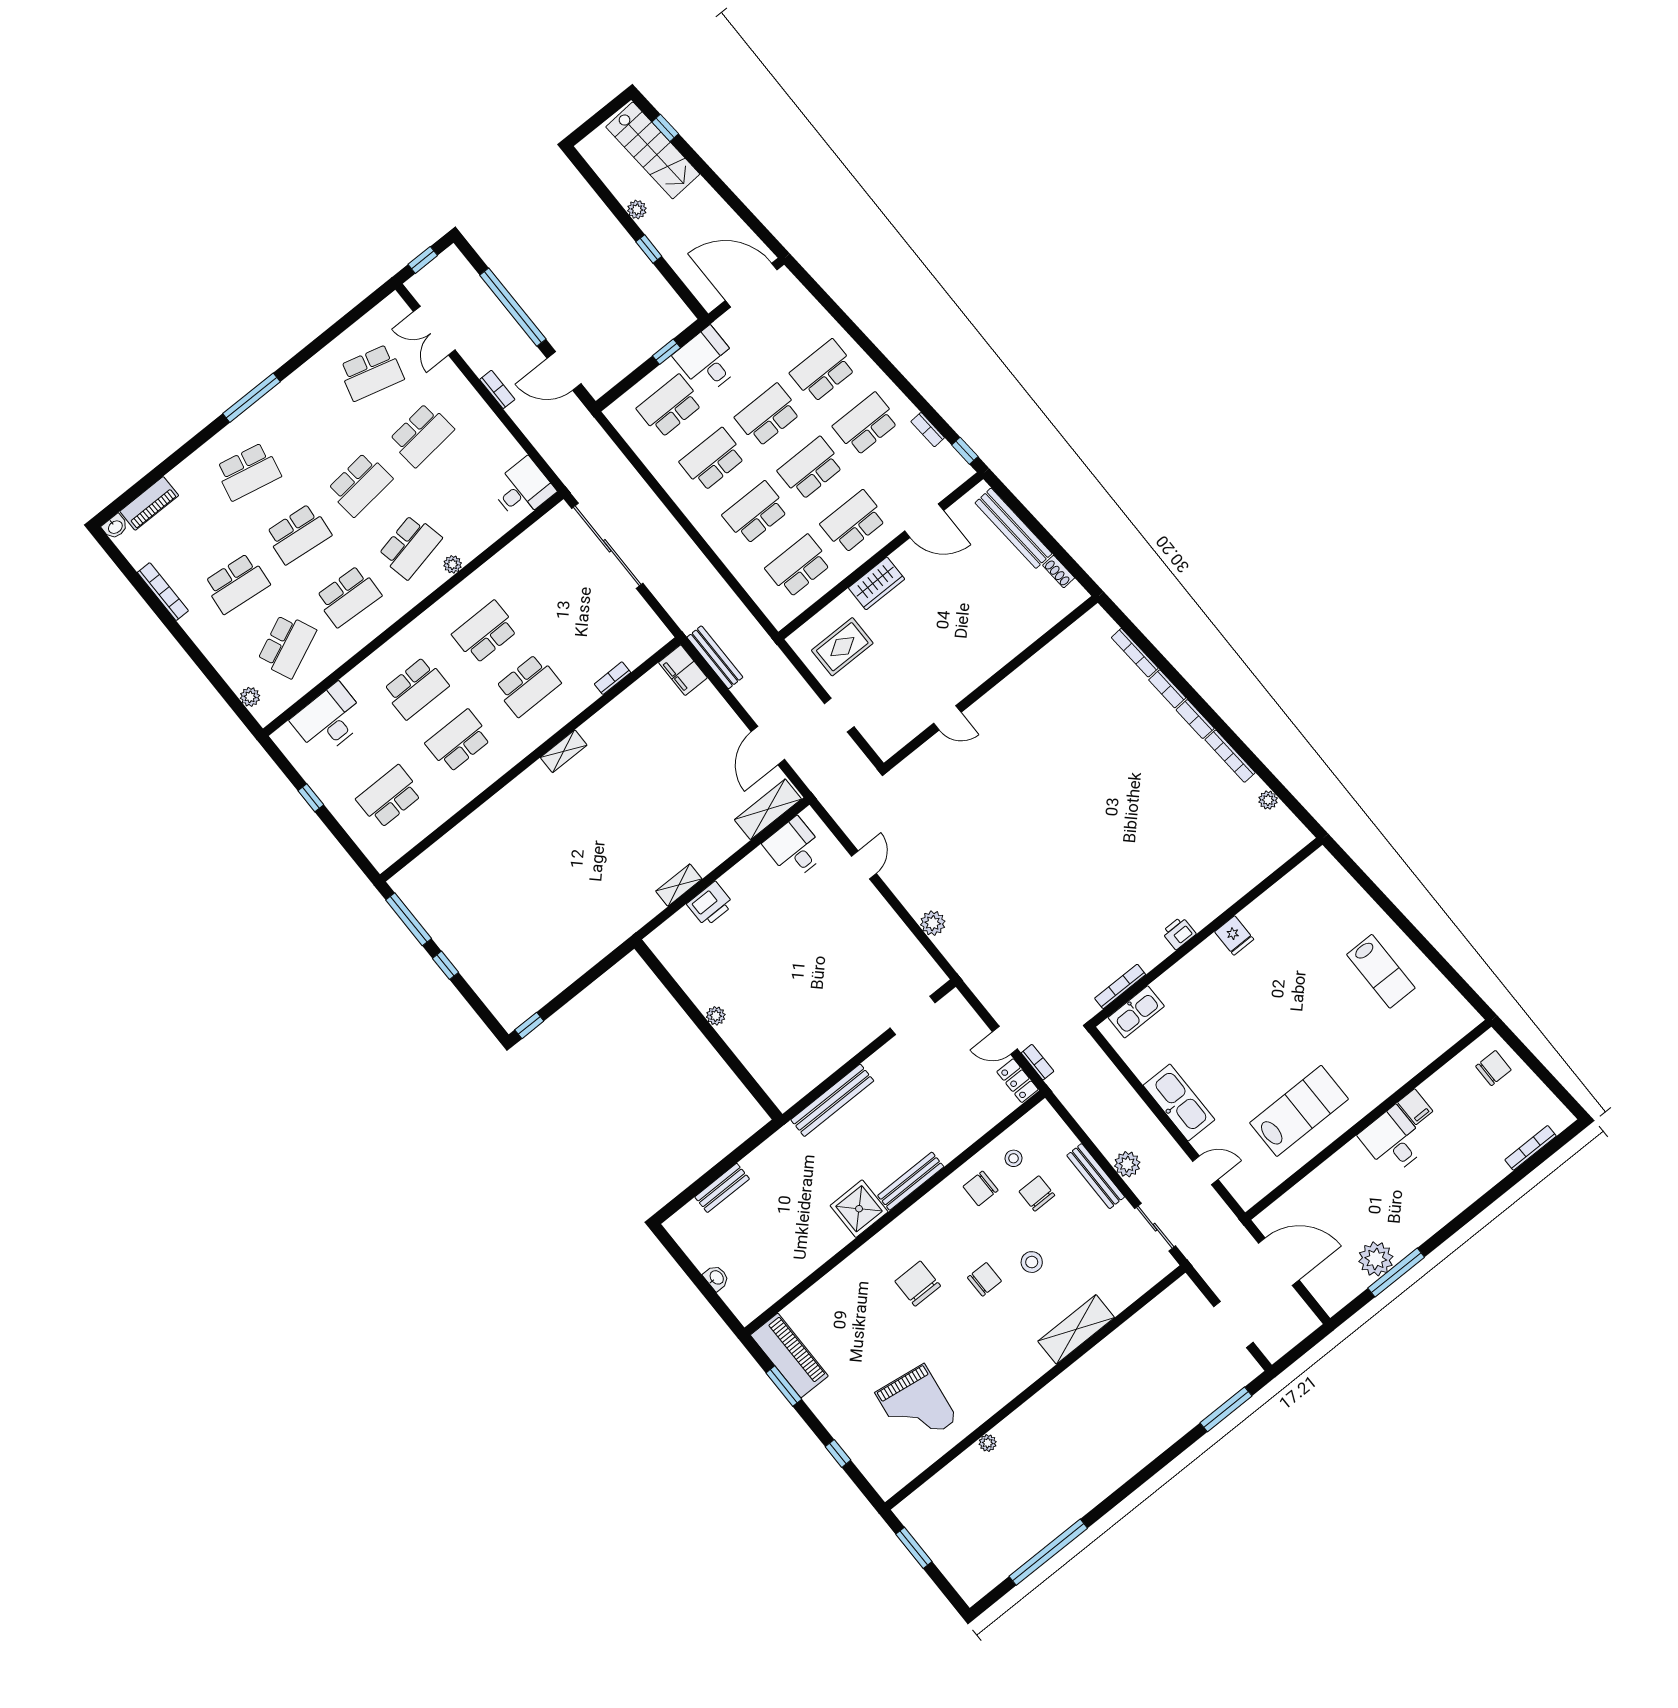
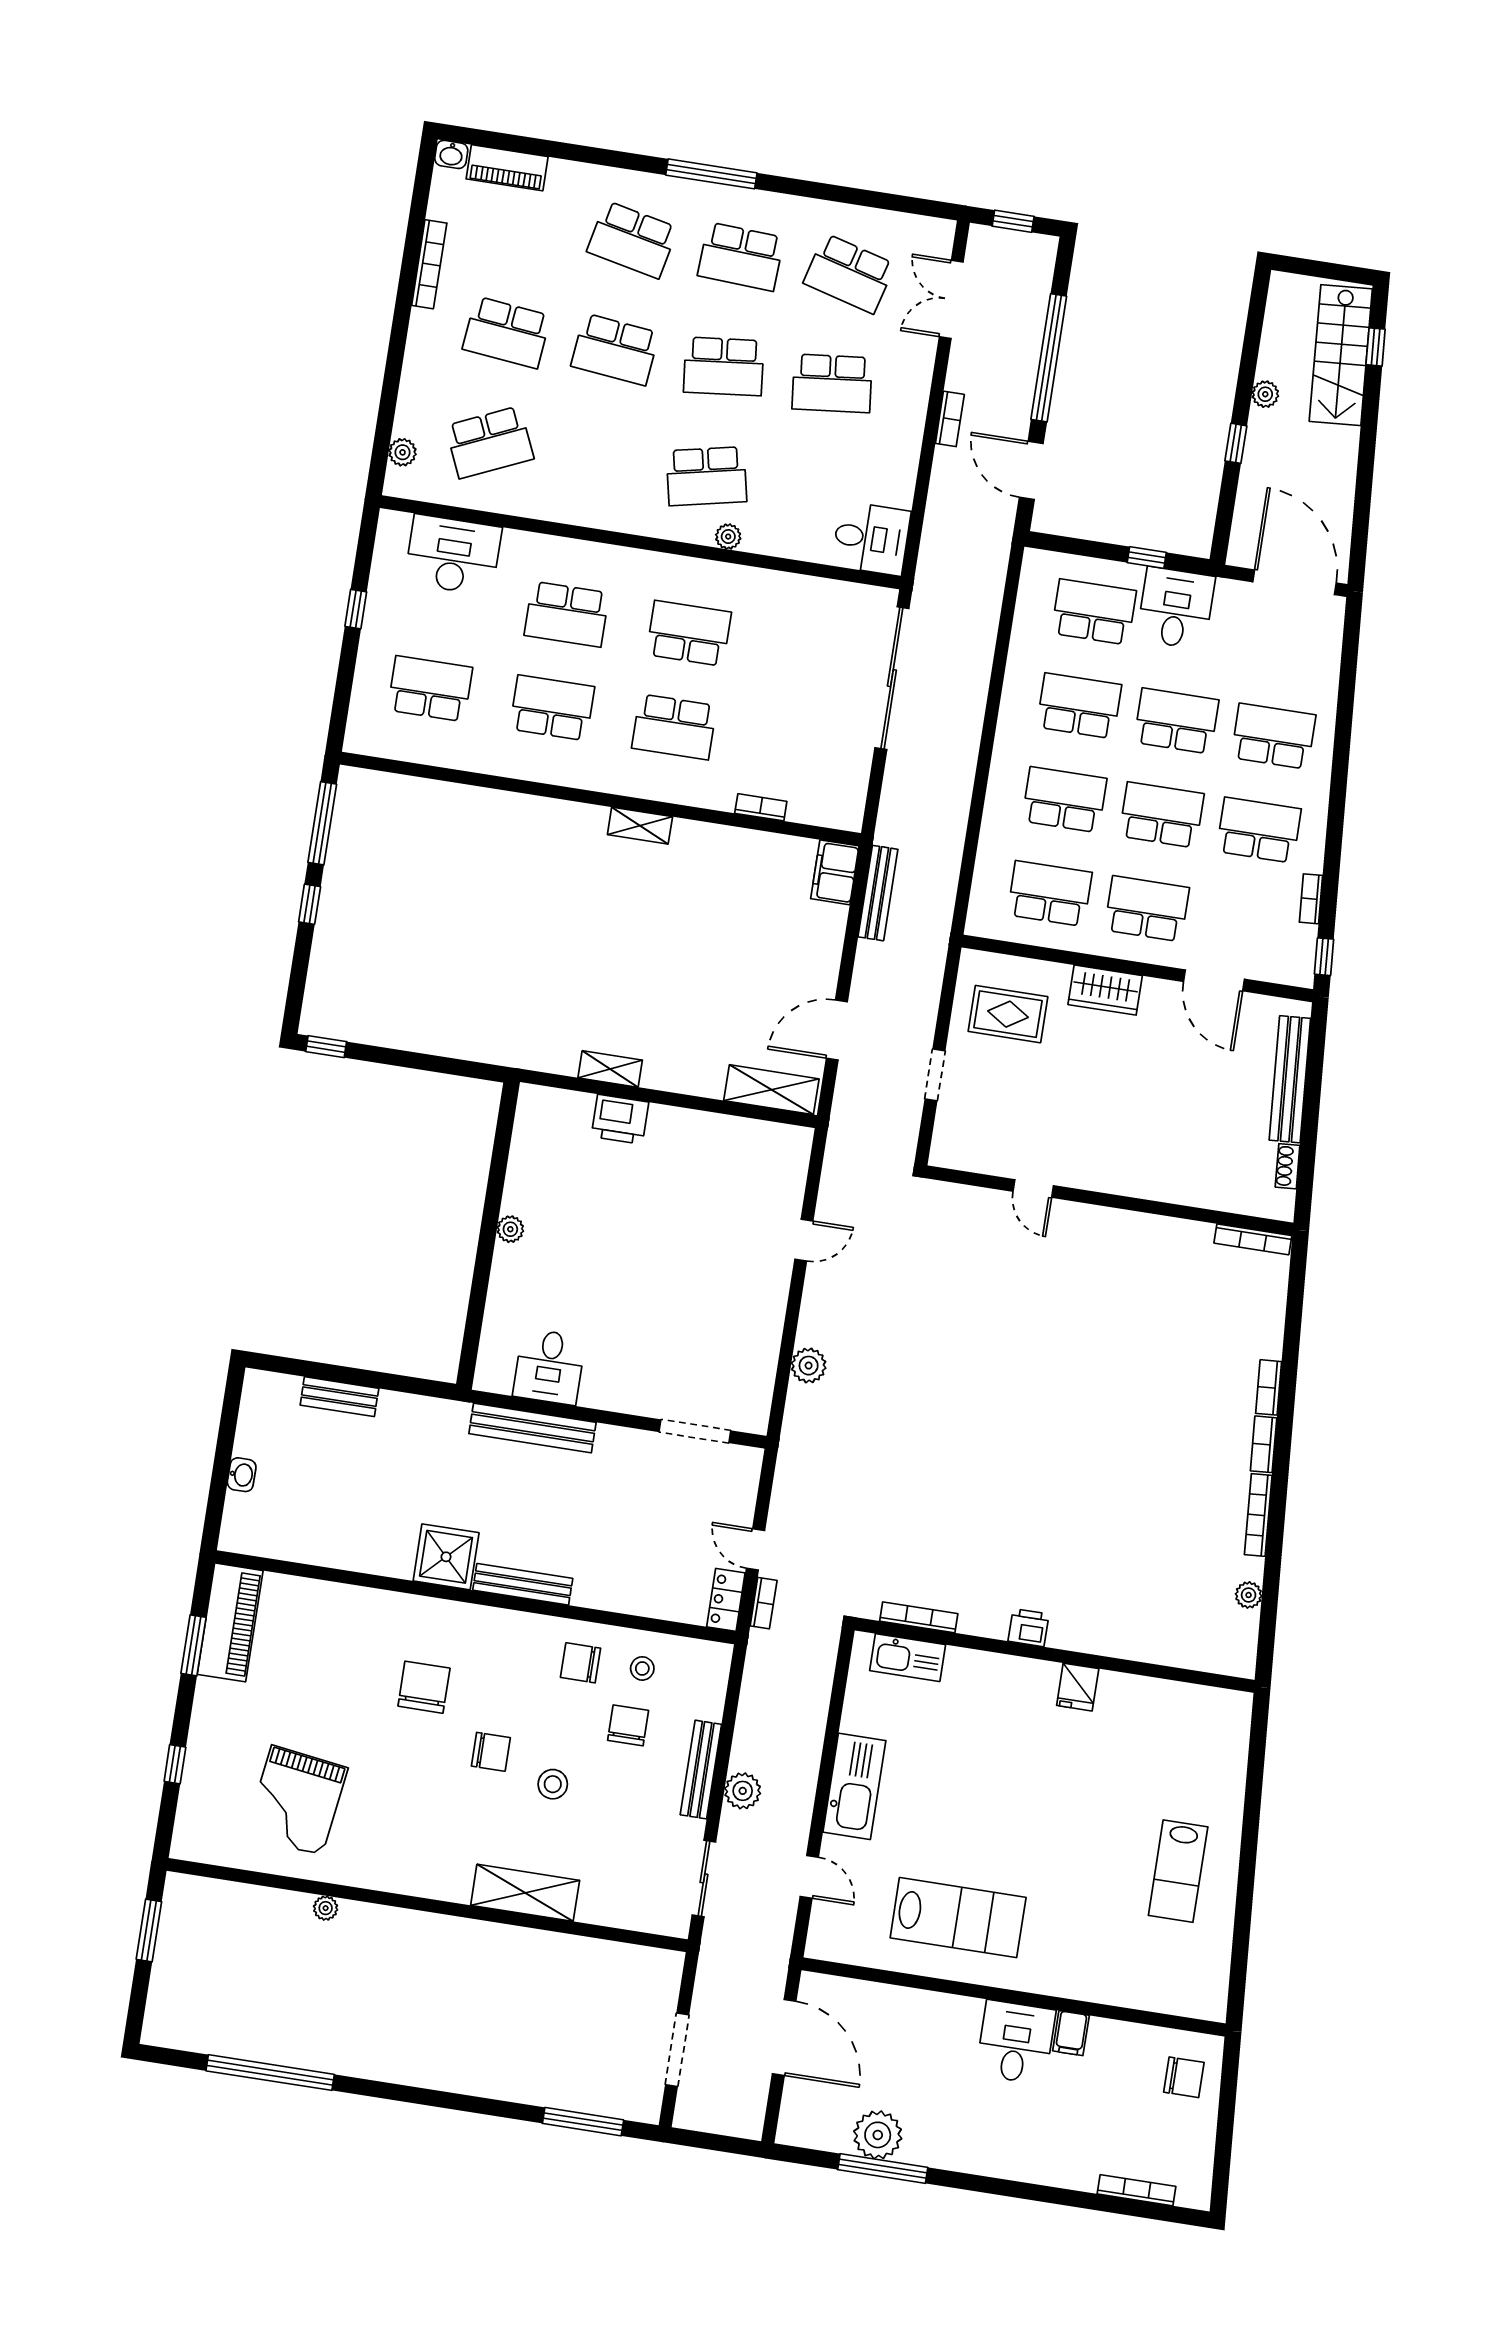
school desk: (348, 596) -> (741, 257), moved
bookcase: (1135, 653) -> (1253, 1239), moved, turned -86
desk: (795, 849) -> (549, 1367), moved, turned 180

